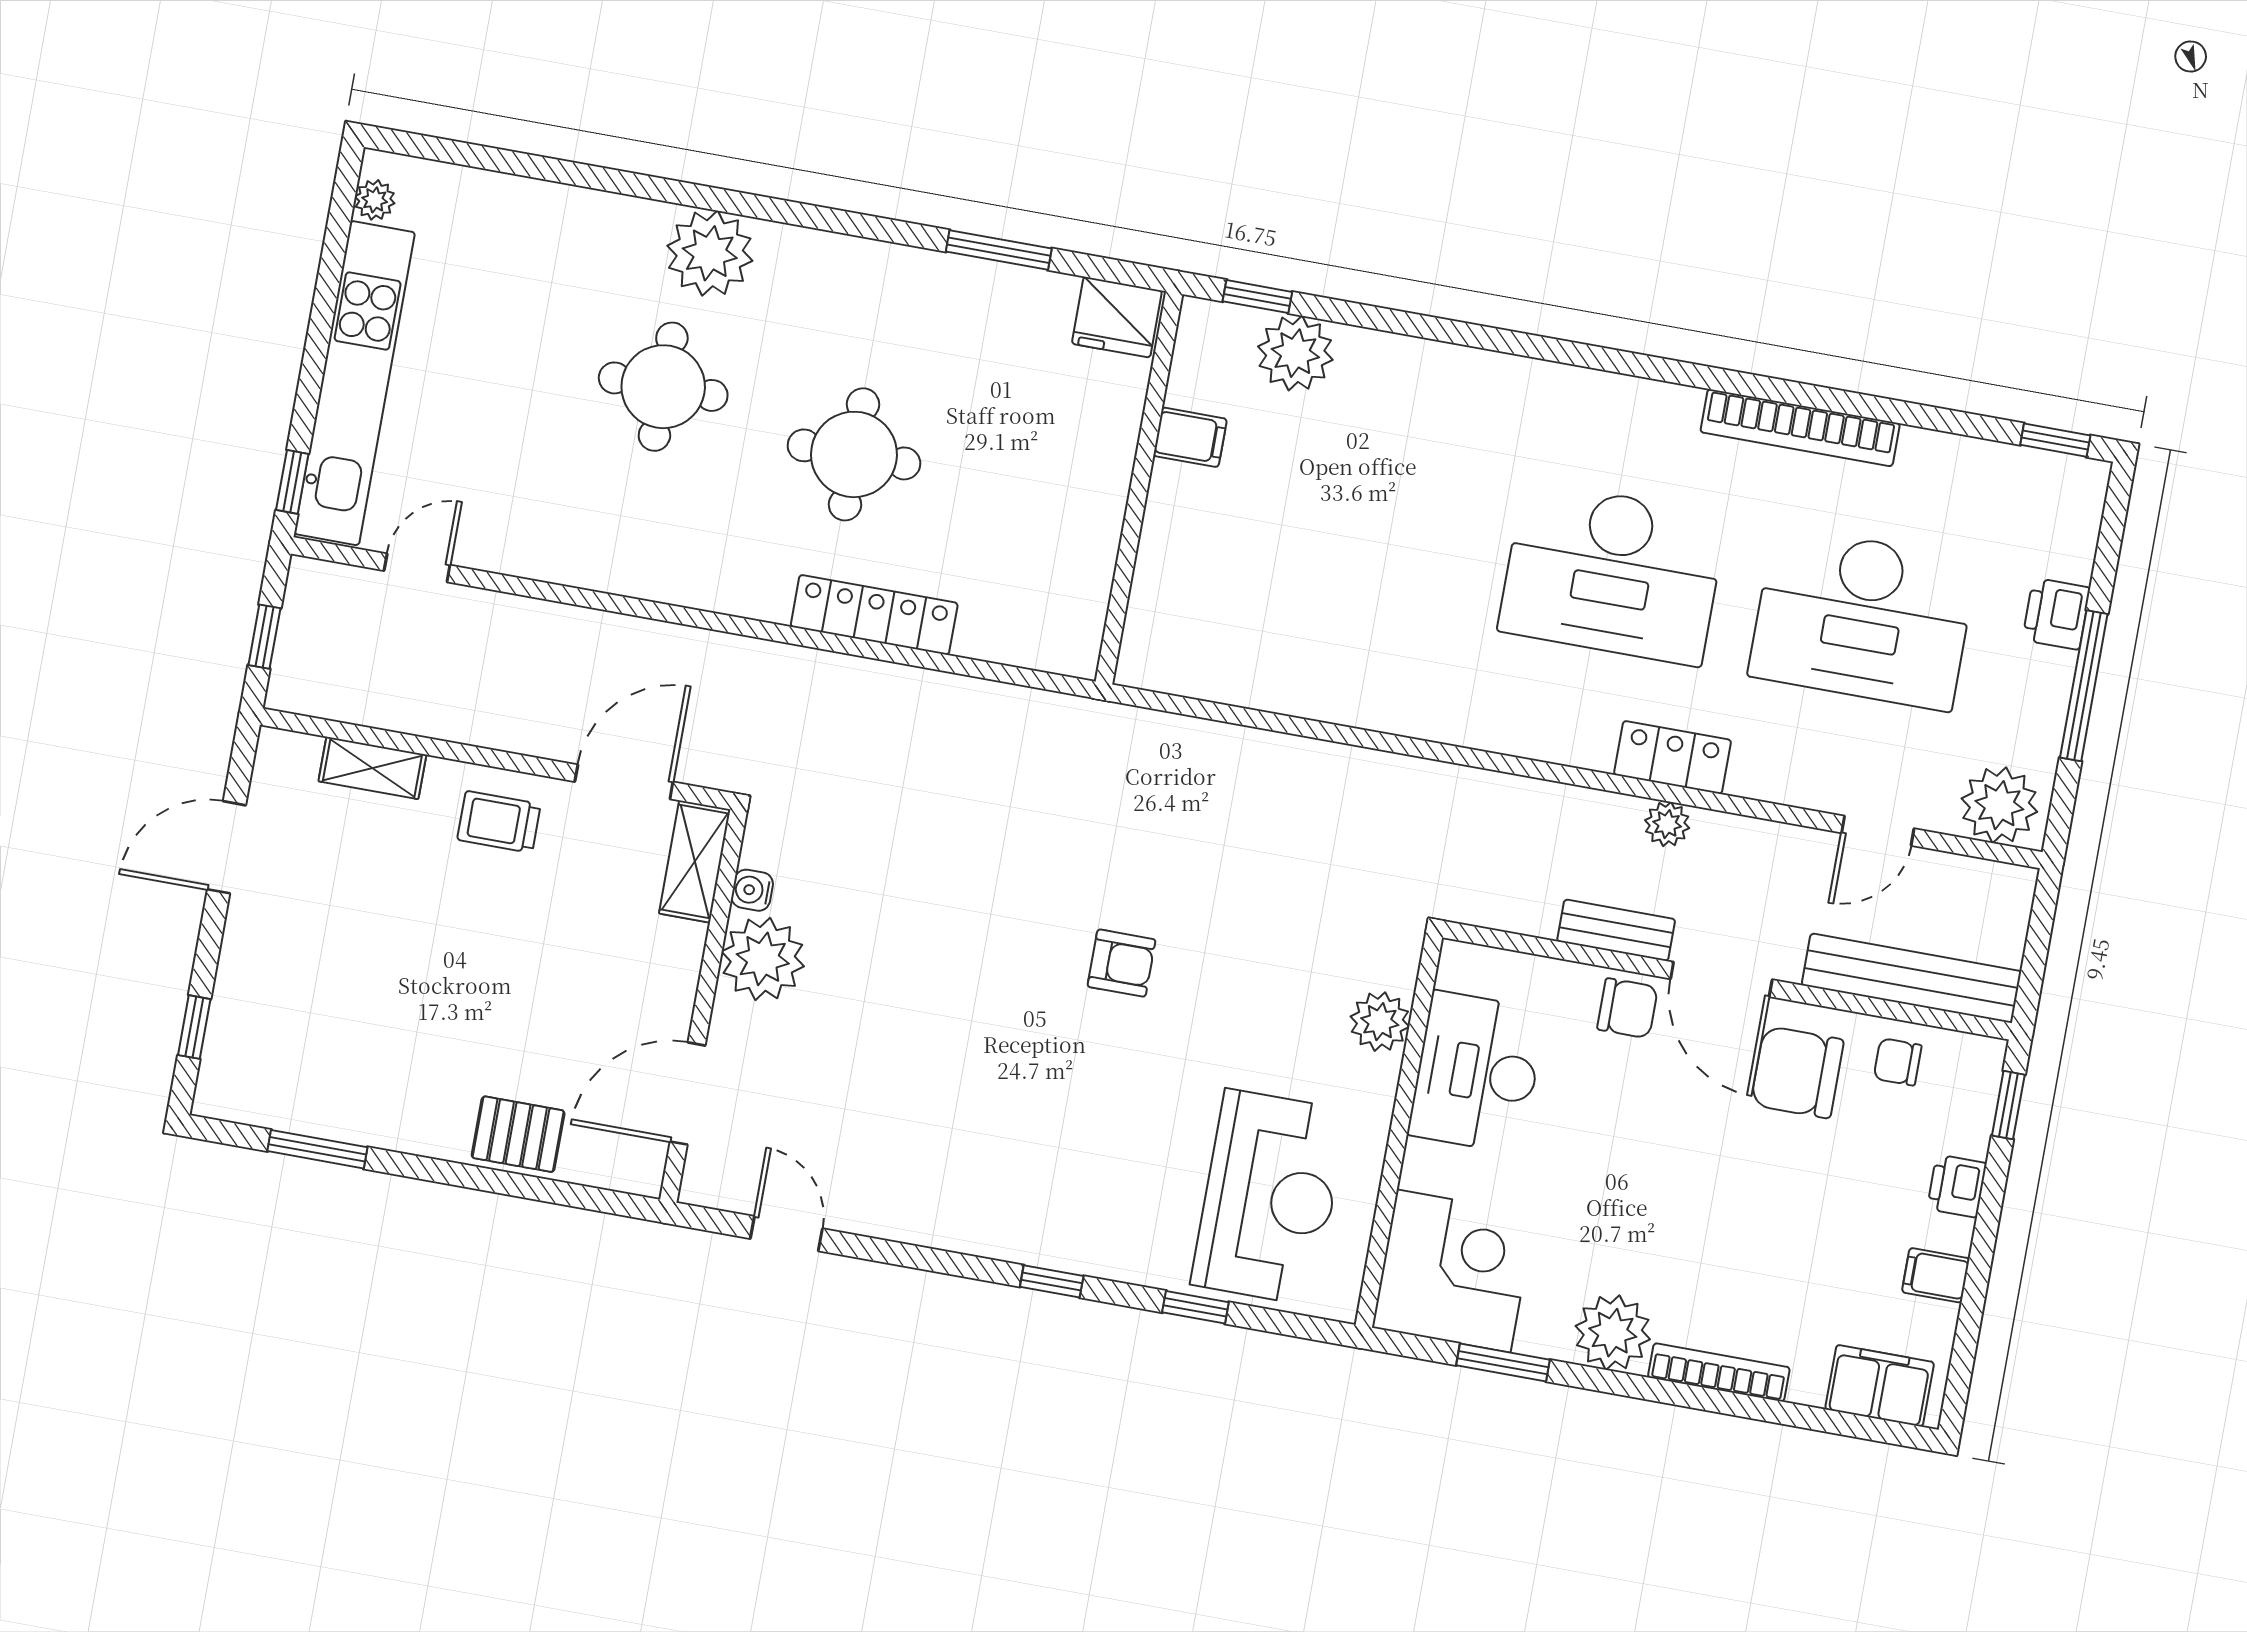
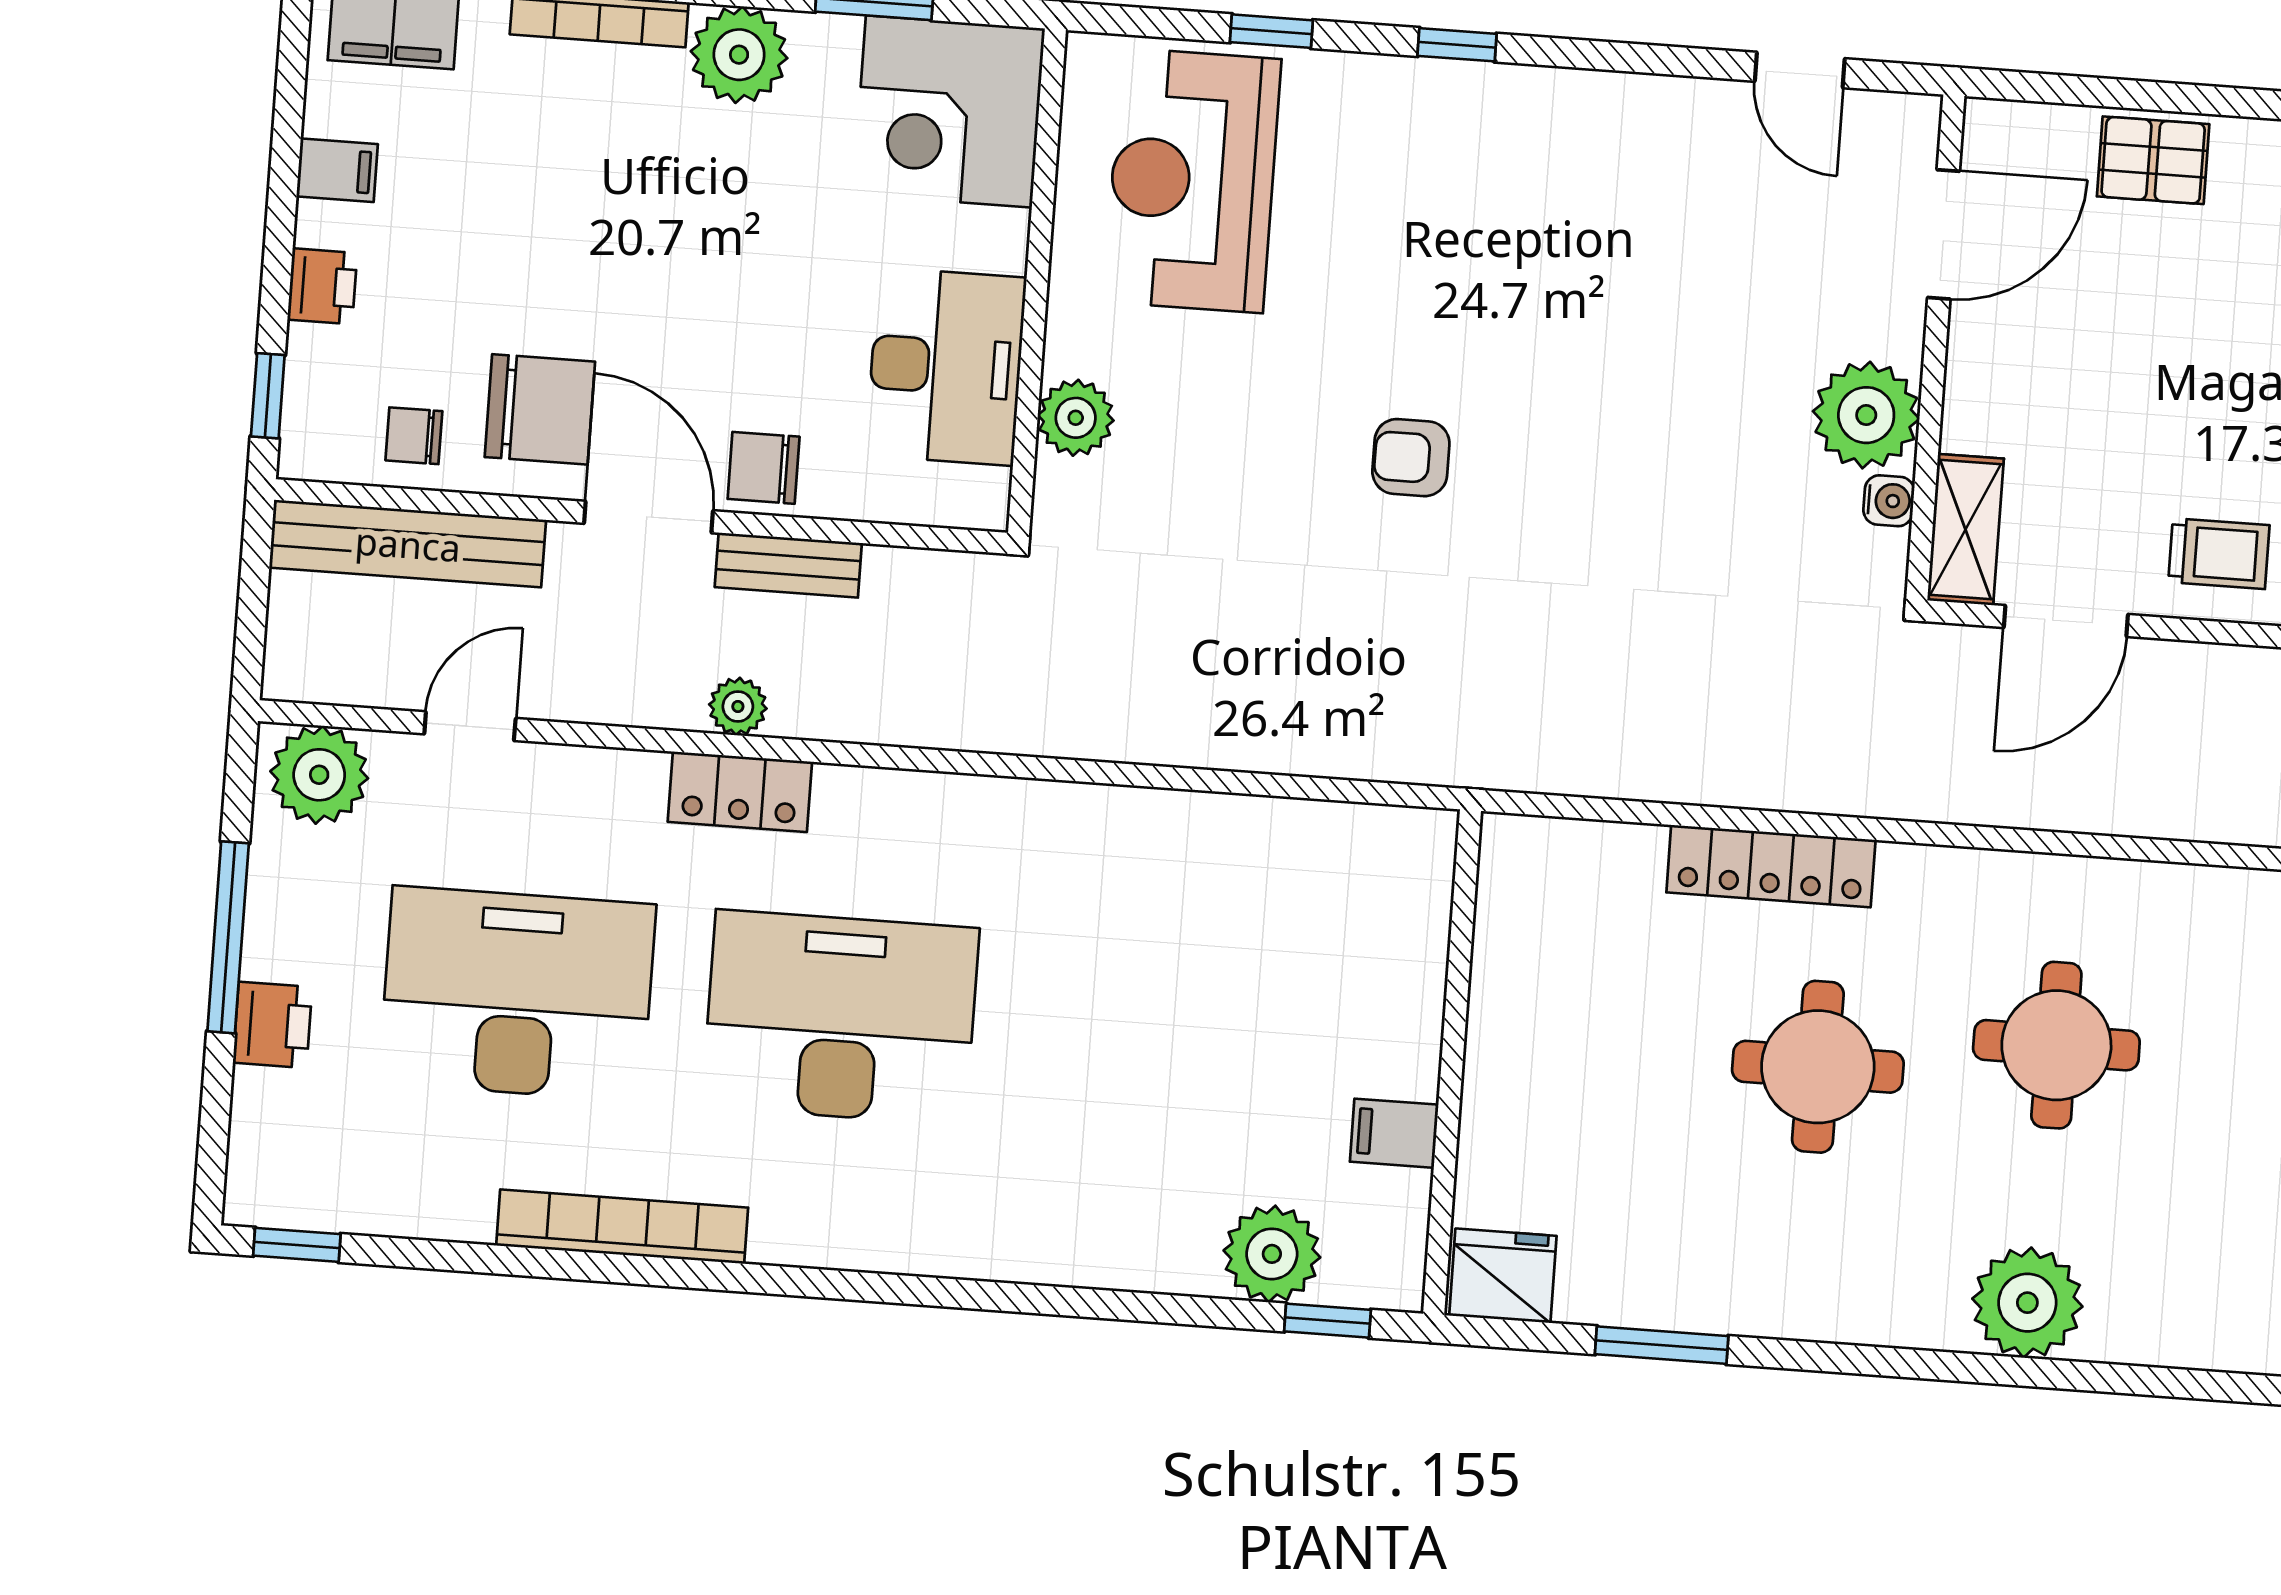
round table: (663, 387) -> (2056, 1045), moved
chair: (1898, 1062) -> (414, 436), turned 180

